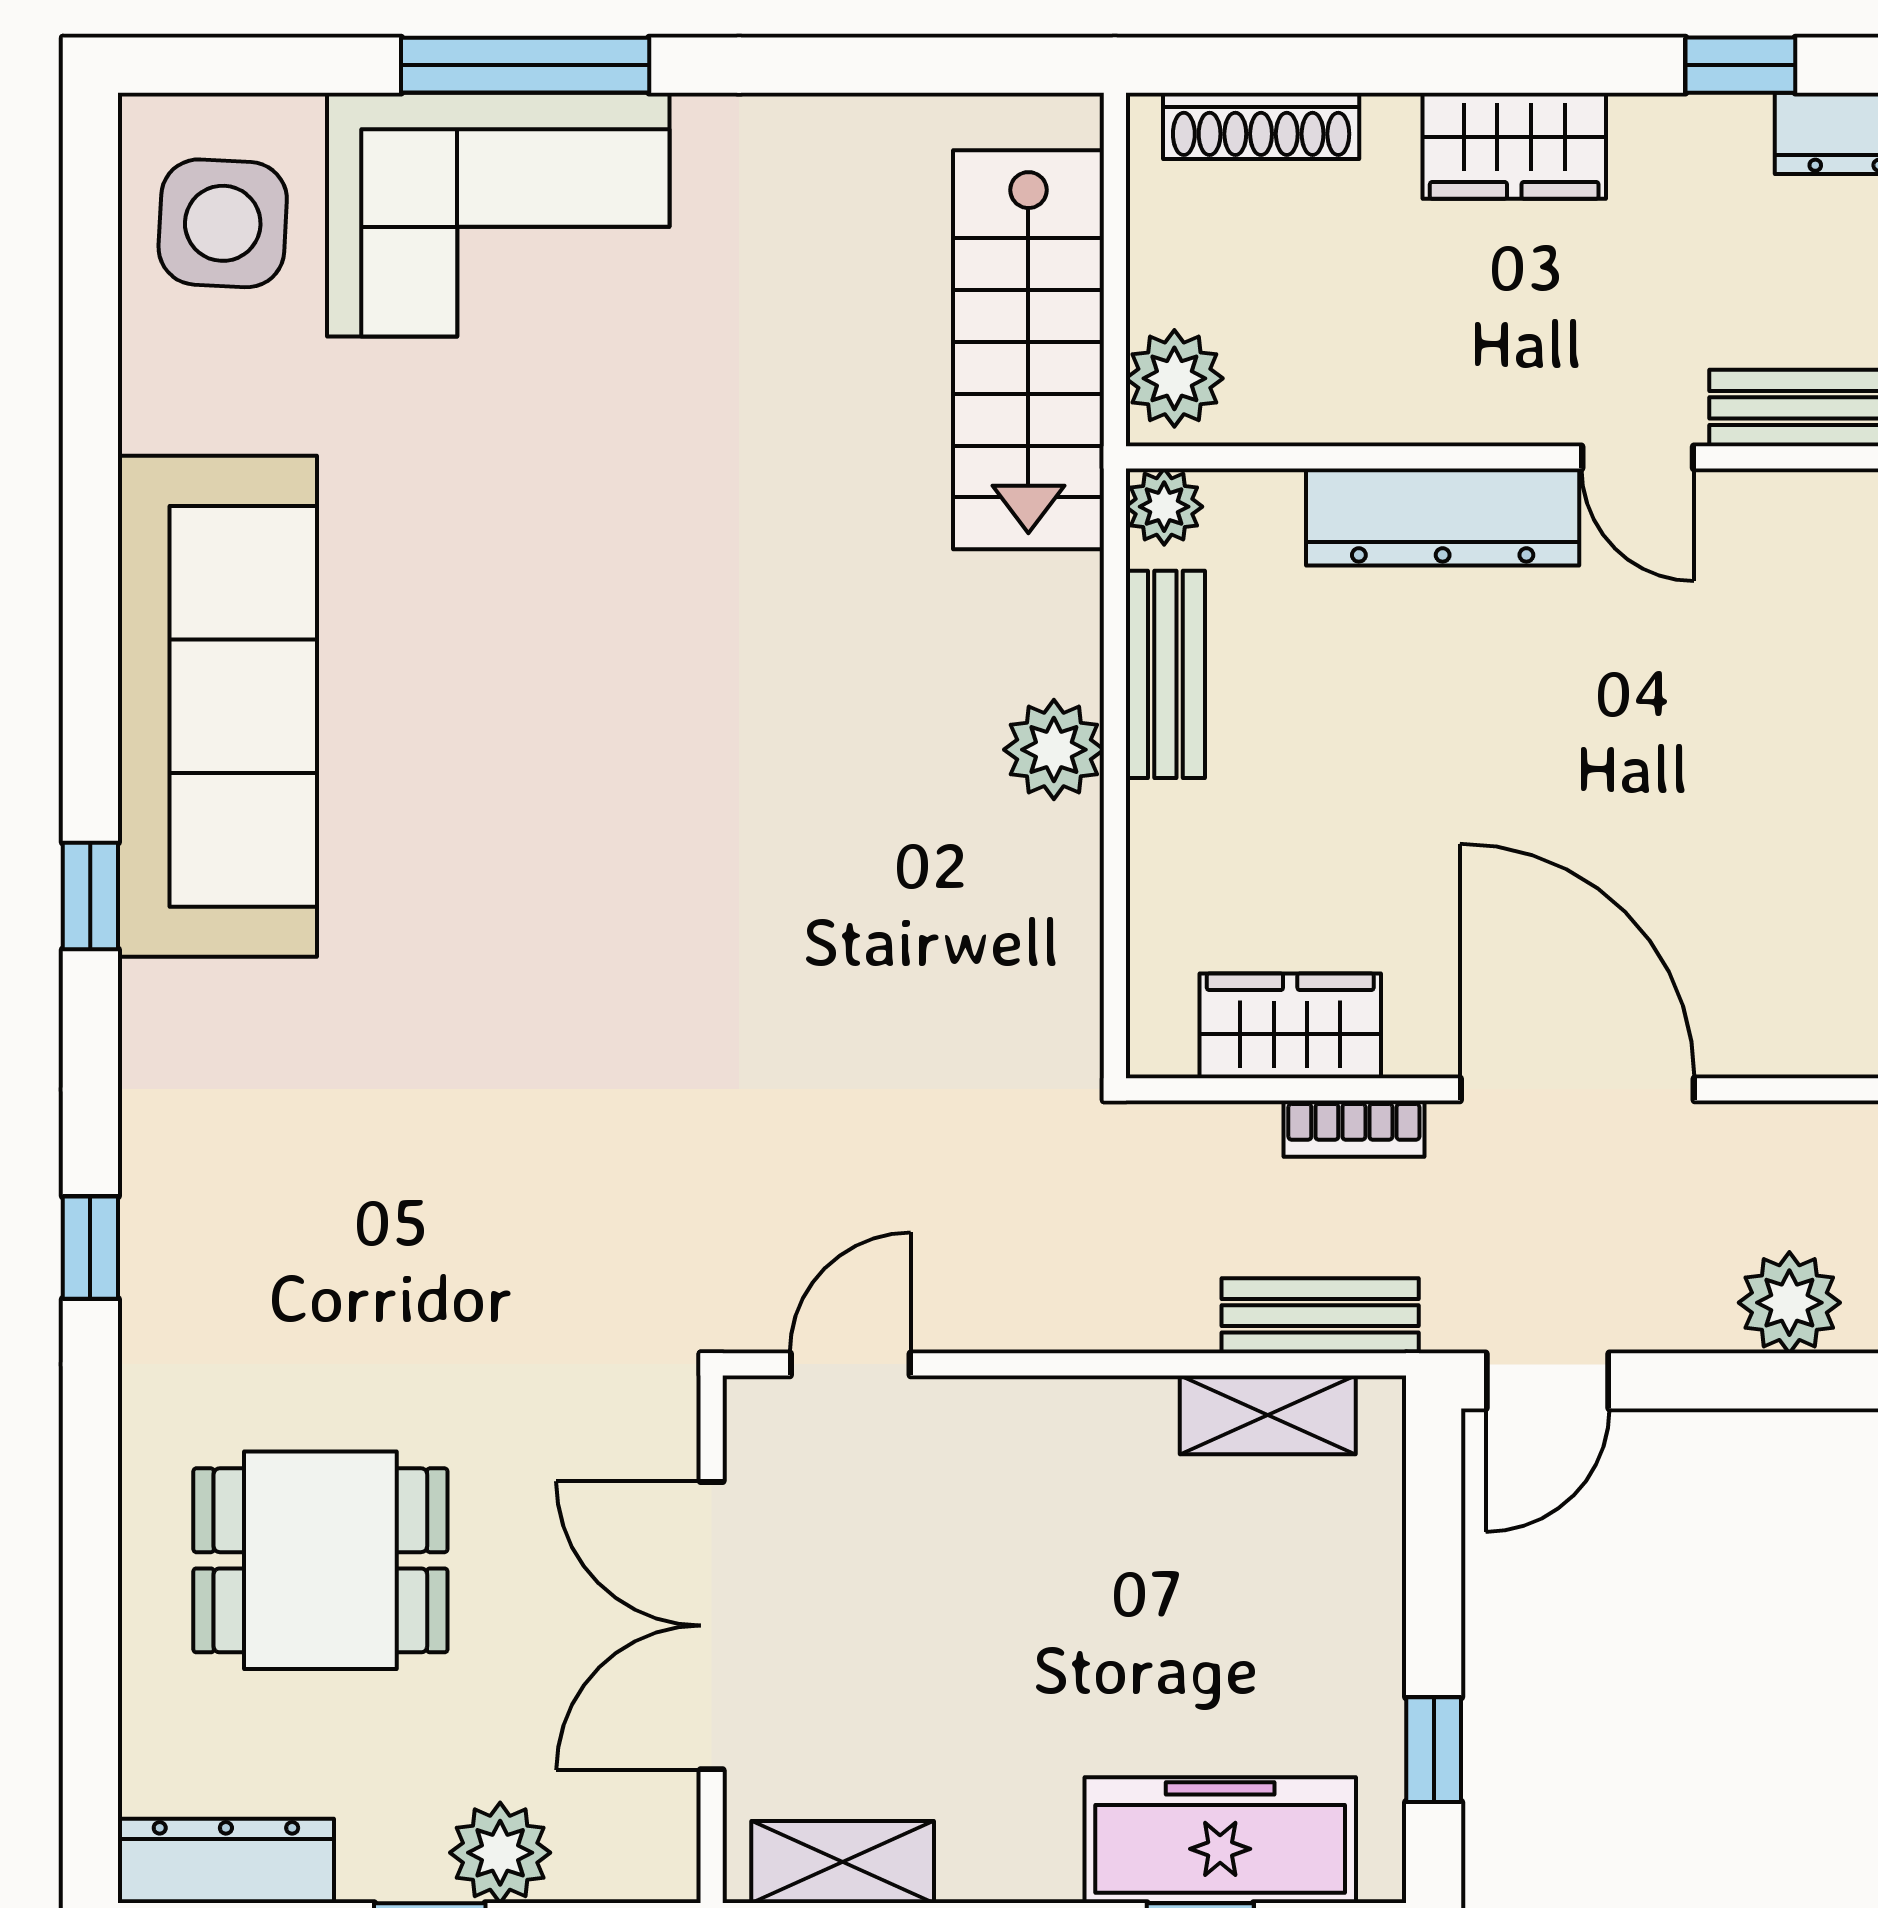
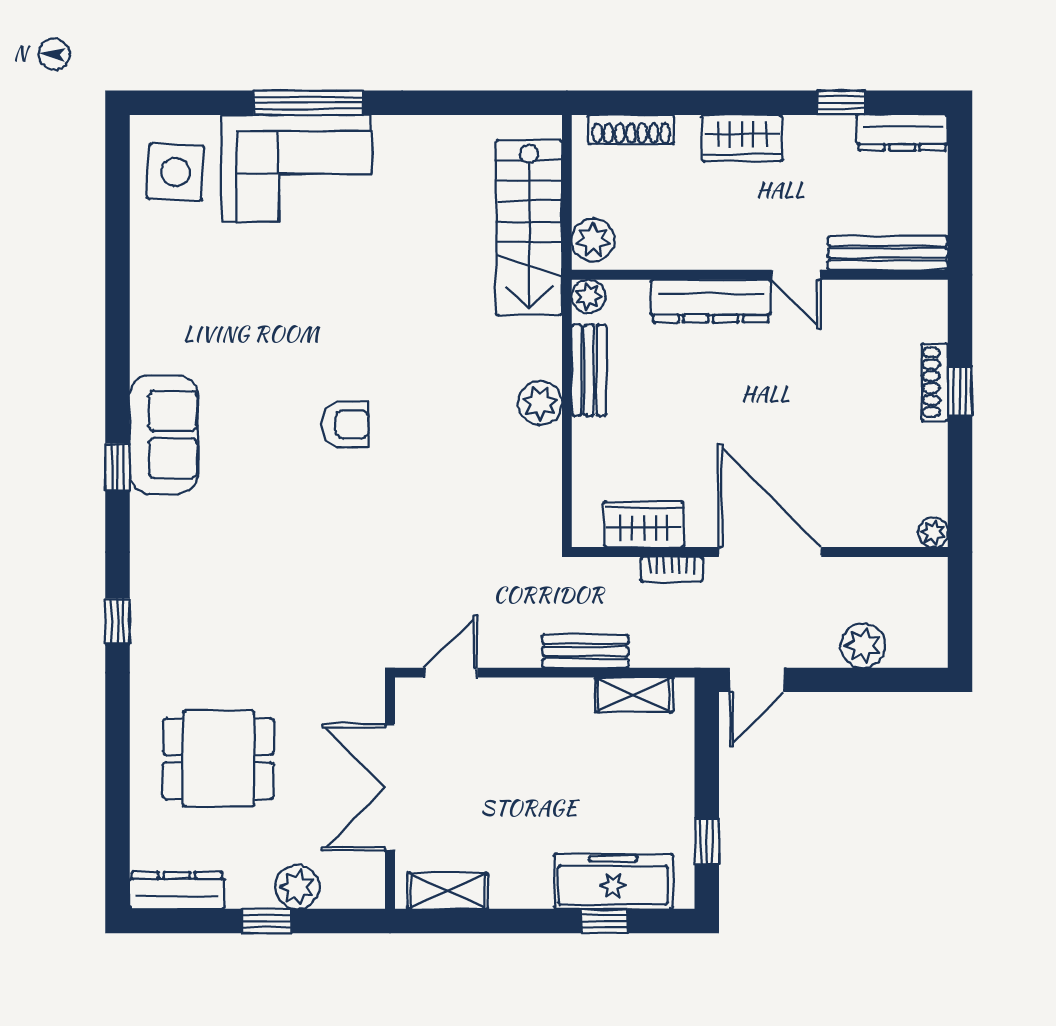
sofa: (217, 706) -> (164, 435), width x0.54, depth x0.79
armchair: (610, 799) -> (346, 424), added
bench: (1320, 1316) -> (585, 651), moved

